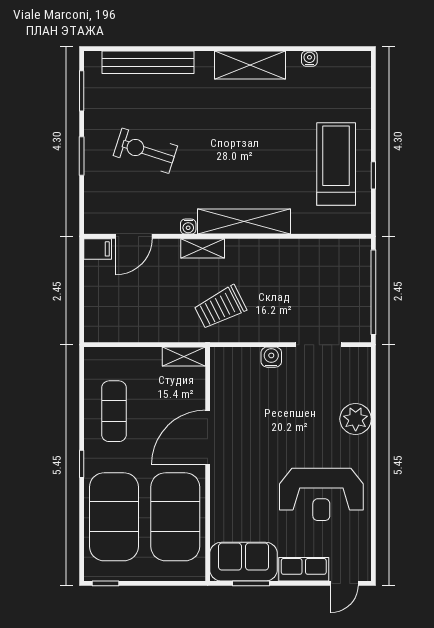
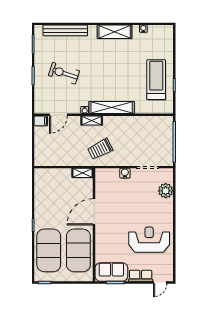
exercise mat: (114, 411) -> (49, 199), removed
plant: (356, 419) -> (166, 191), moved
reception desk: (321, 494) -> (149, 240), turned 180

